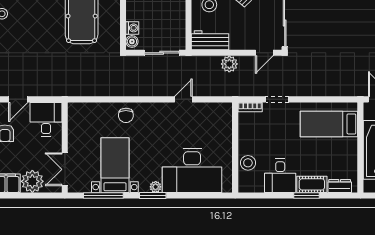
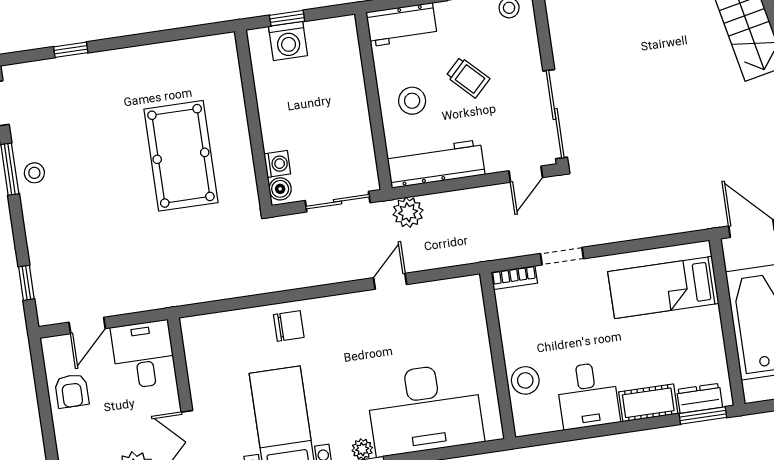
workbench: (210, 40) -> (436, 164), width x1.38
plant: (229, 64) -> (408, 212), moved
chair: (126, 115) -> (289, 326), turned -90
window: (306, 195) -> (703, 416), moved

